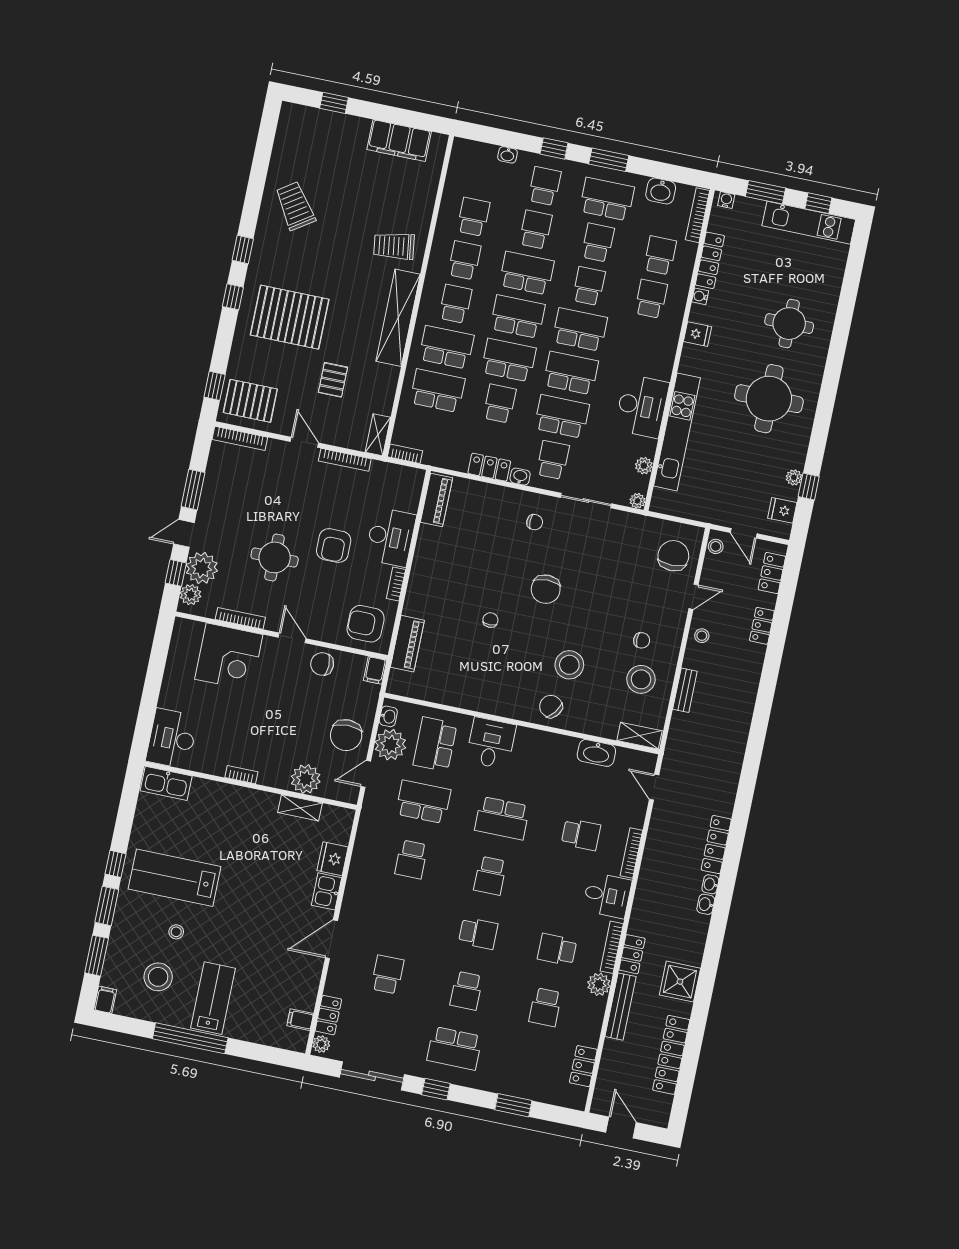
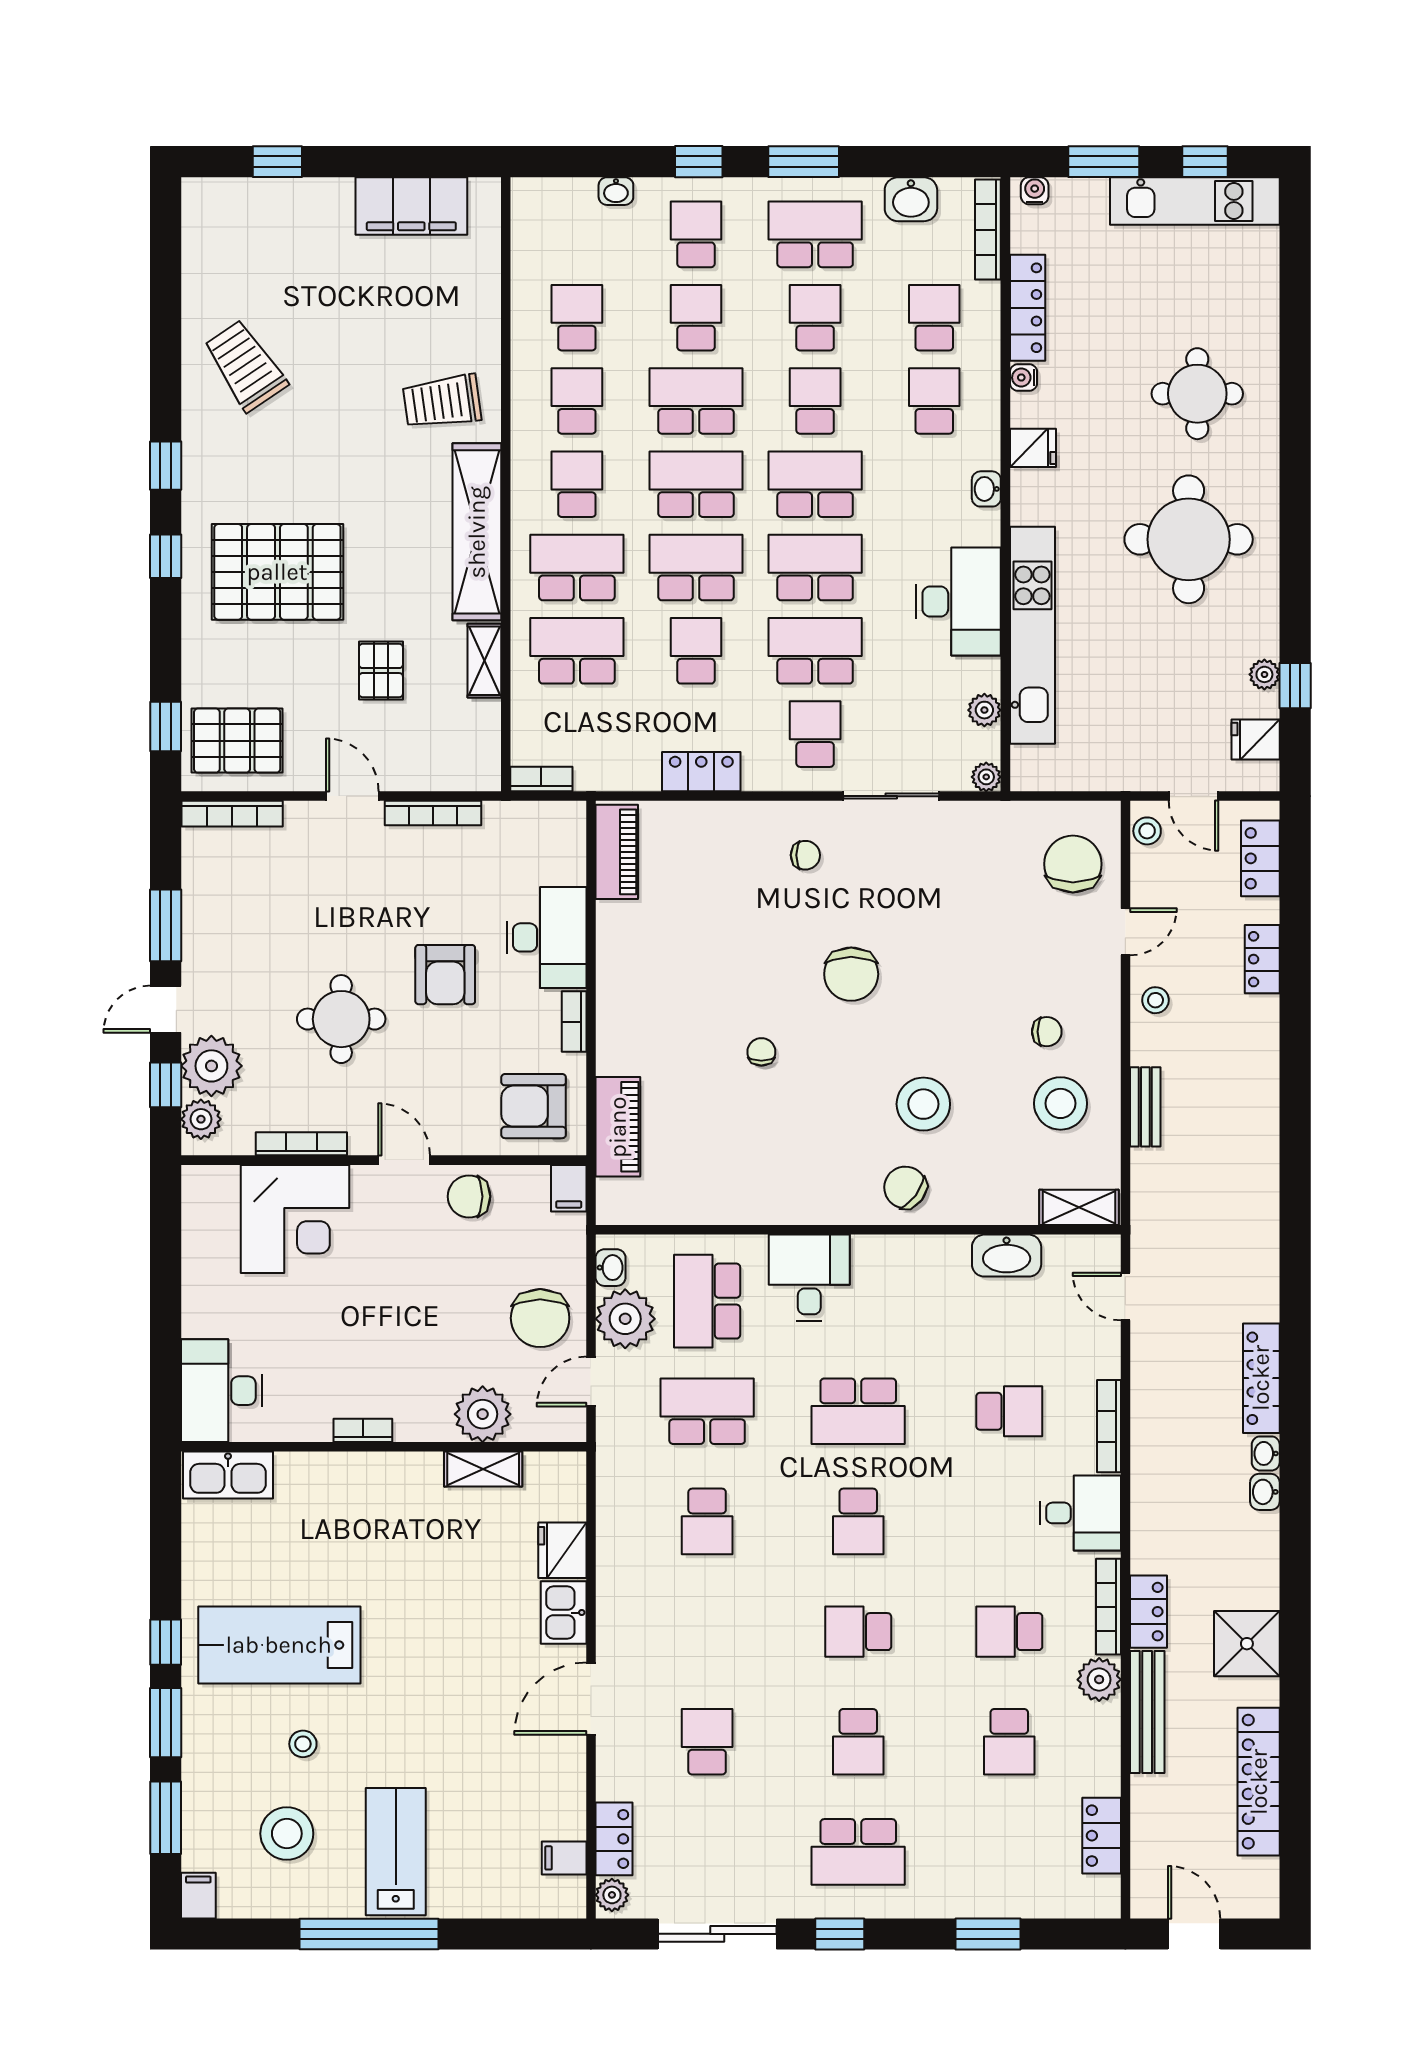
shelving: (378, 435) -> (484, 661), moved
washbasin: (520, 477) -> (986, 489), moved, turned -90
school desk: (478, 933) -> (858, 1632), turned 180

